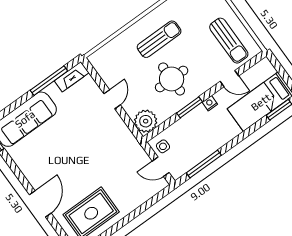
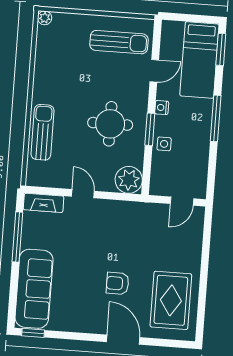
sun lounger: (159, 39) -> (42, 132), moved
fireplace: (72, 77) -> (44, 203), moved, turned 90
side table: (163, 146) -> (164, 144), moved
window: (204, 164) -> (216, 118), moved
armchair: (73, 170) -> (118, 283), added

